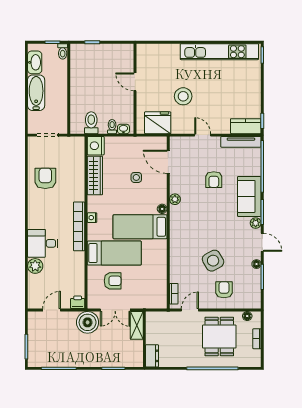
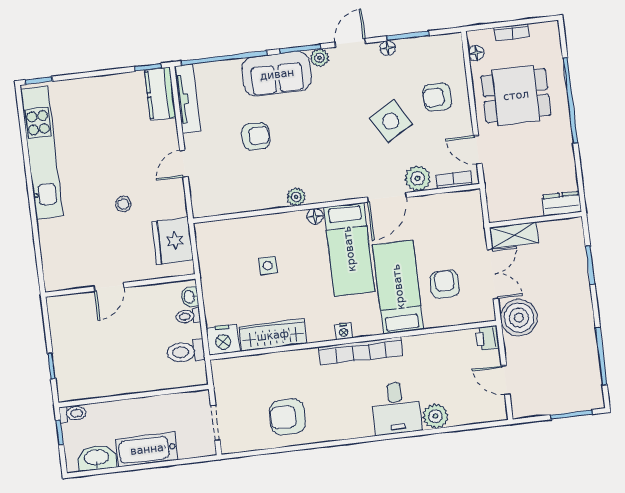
stool: (183, 96) -> (123, 204), width x0.53, depth x0.53
door: (168, 162) -> (387, 197), moved
plant: (177, 272) -> (418, 178), added

